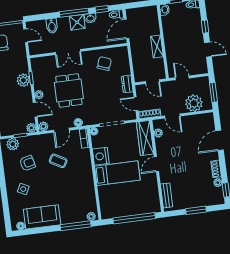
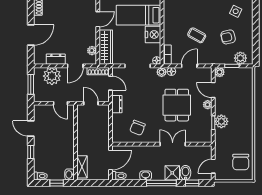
window: (102, 9) -> (192, 183), moved
shower: (77, 22) -> (172, 173), moved
door: (26, 36) -> (213, 166), hinge flipped
shelving: (157, 47) -> (82, 167), moved
door: (172, 116) -> (75, 66), swing flipped
dresser: (192, 120) -> (56, 59), added
plant: (43, 126) -> (162, 72), moved

